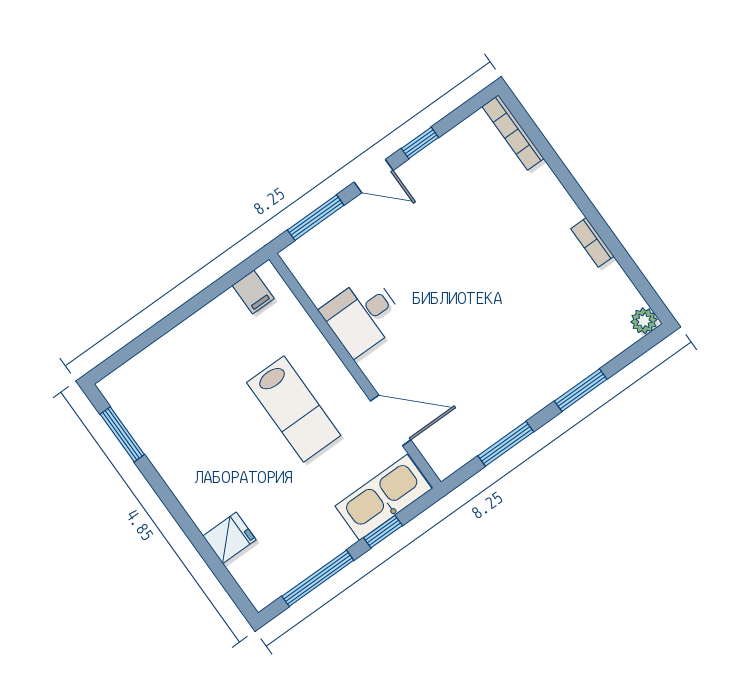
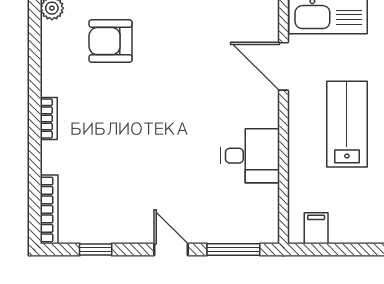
window: (420, 143) -> (96, 250), moved
bookcase: (592, 242) -> (49, 118), moved
armchair: (568, 329) -> (111, 41), added

